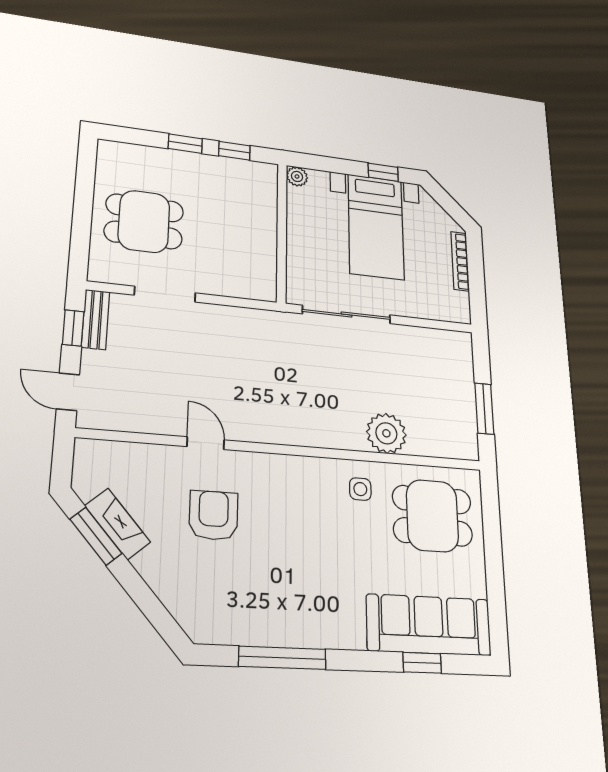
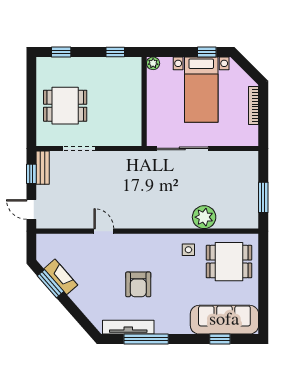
window: (185, 144) -> (61, 52), moved
armchair: (214, 515) -> (138, 284), moved, turned 180
tv unit: (248, 632) -> (128, 327), added

